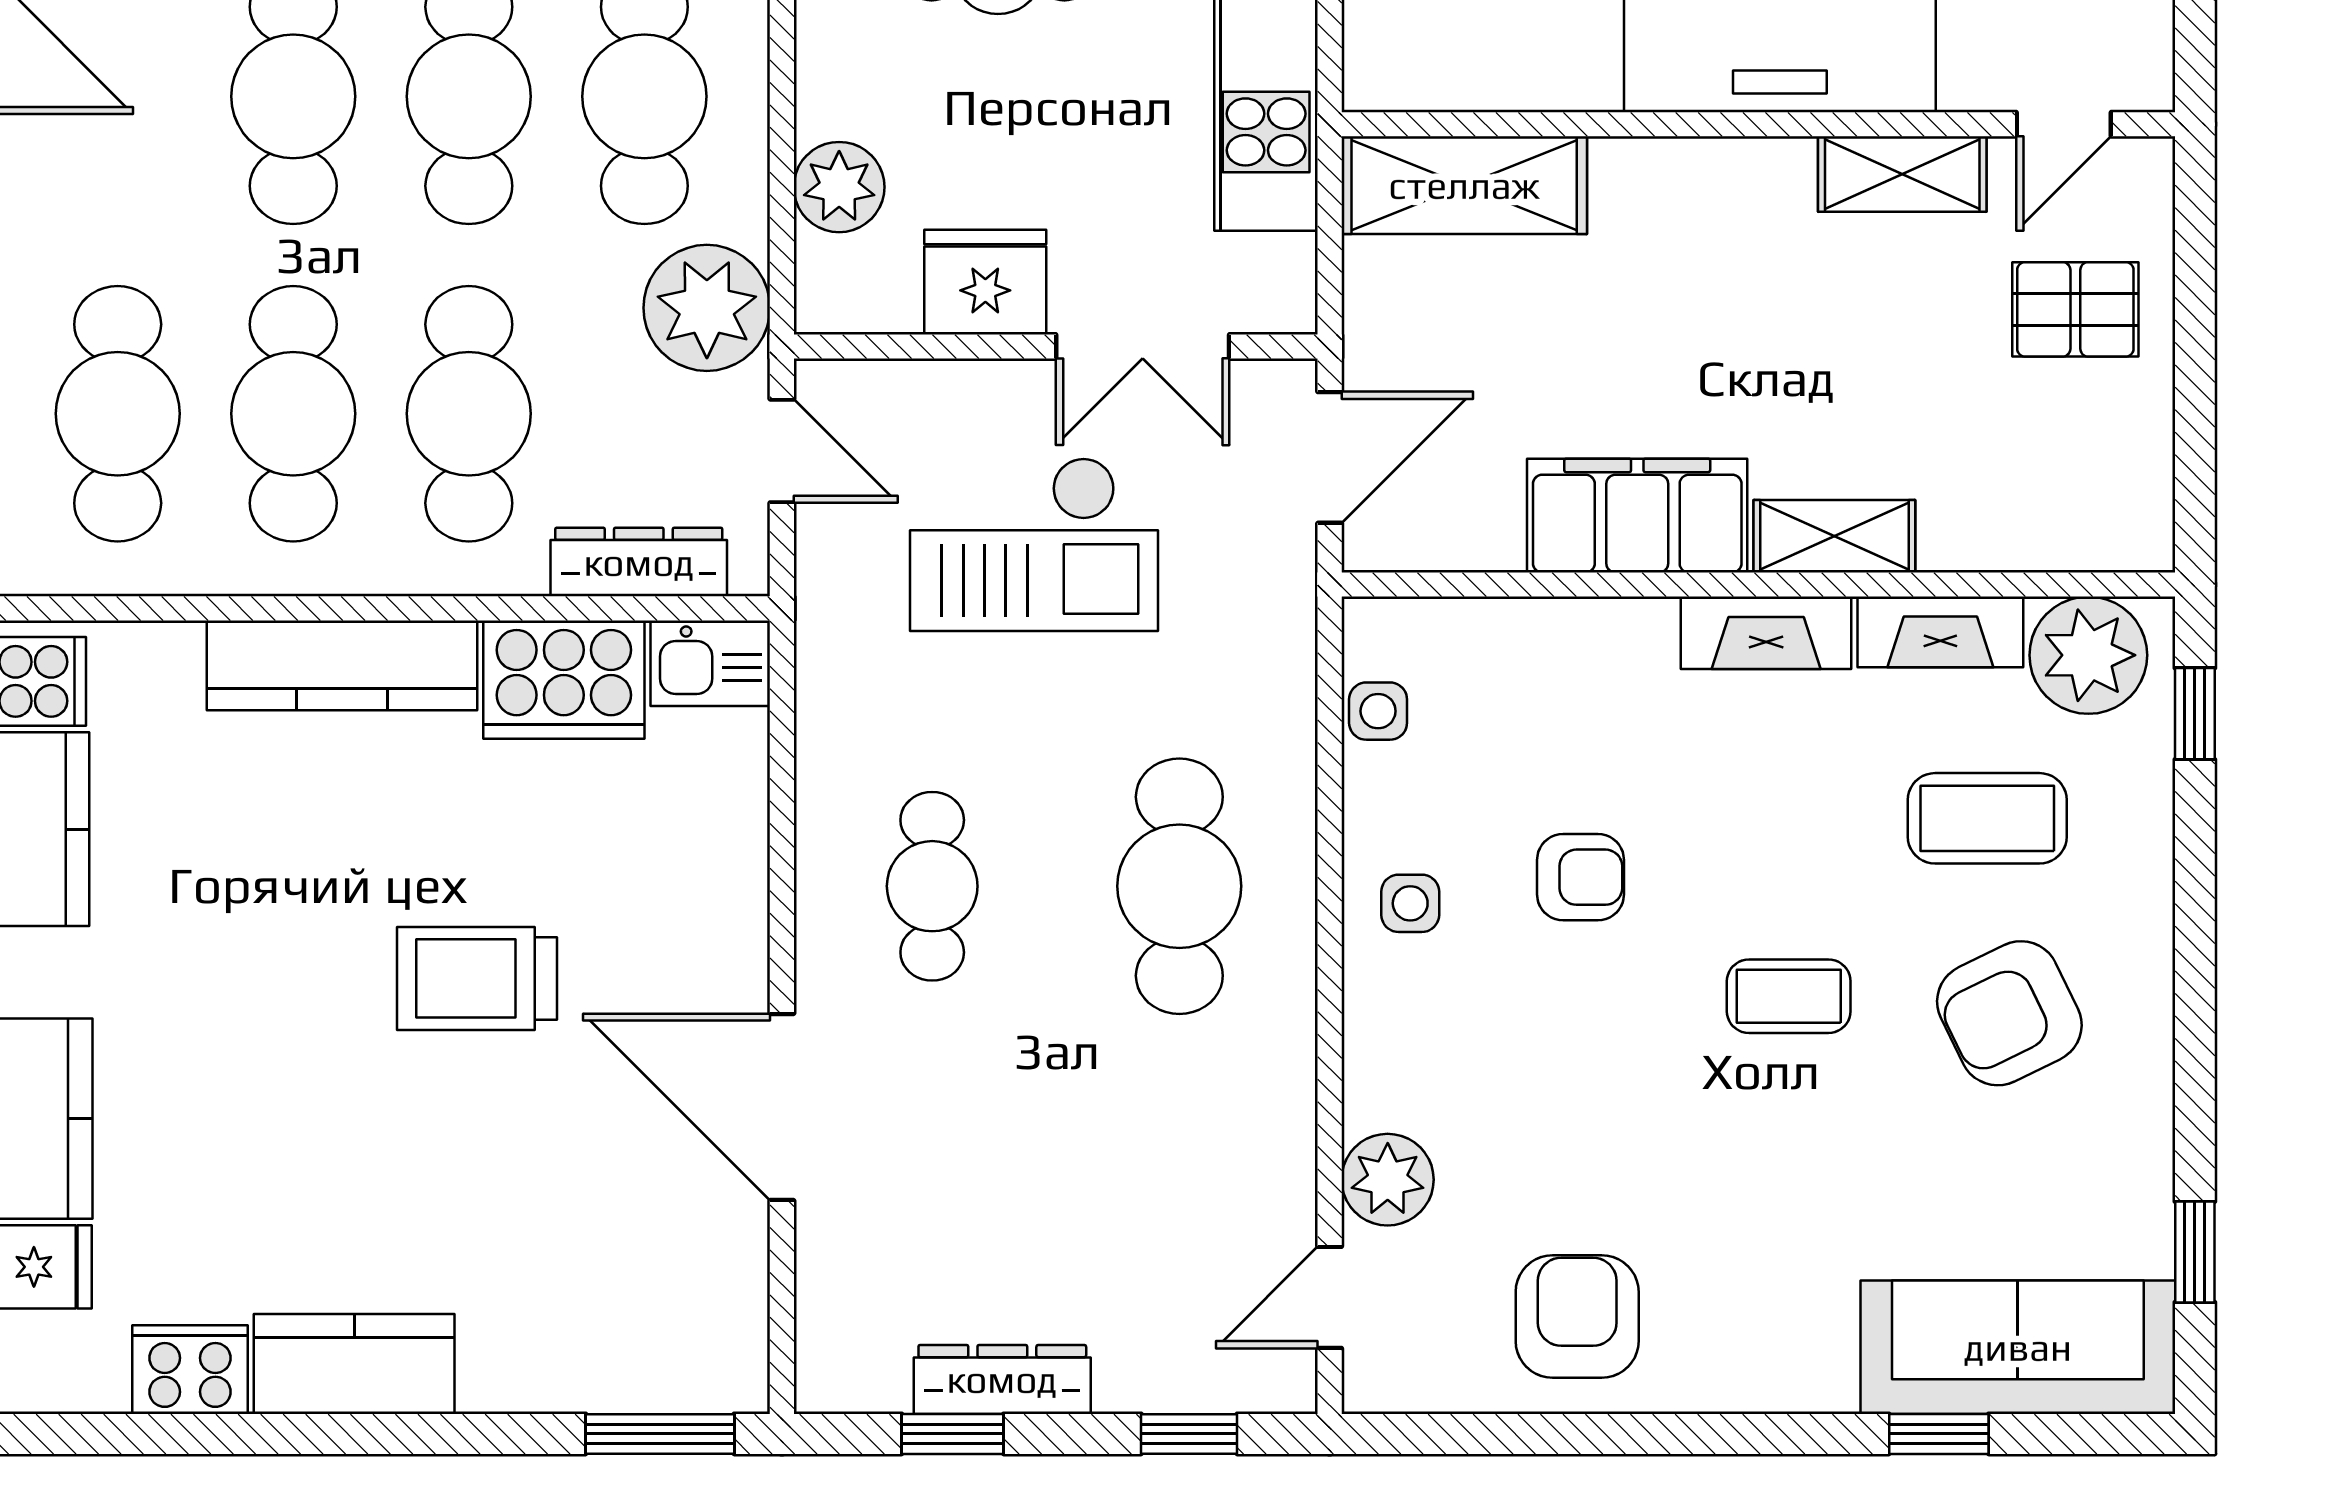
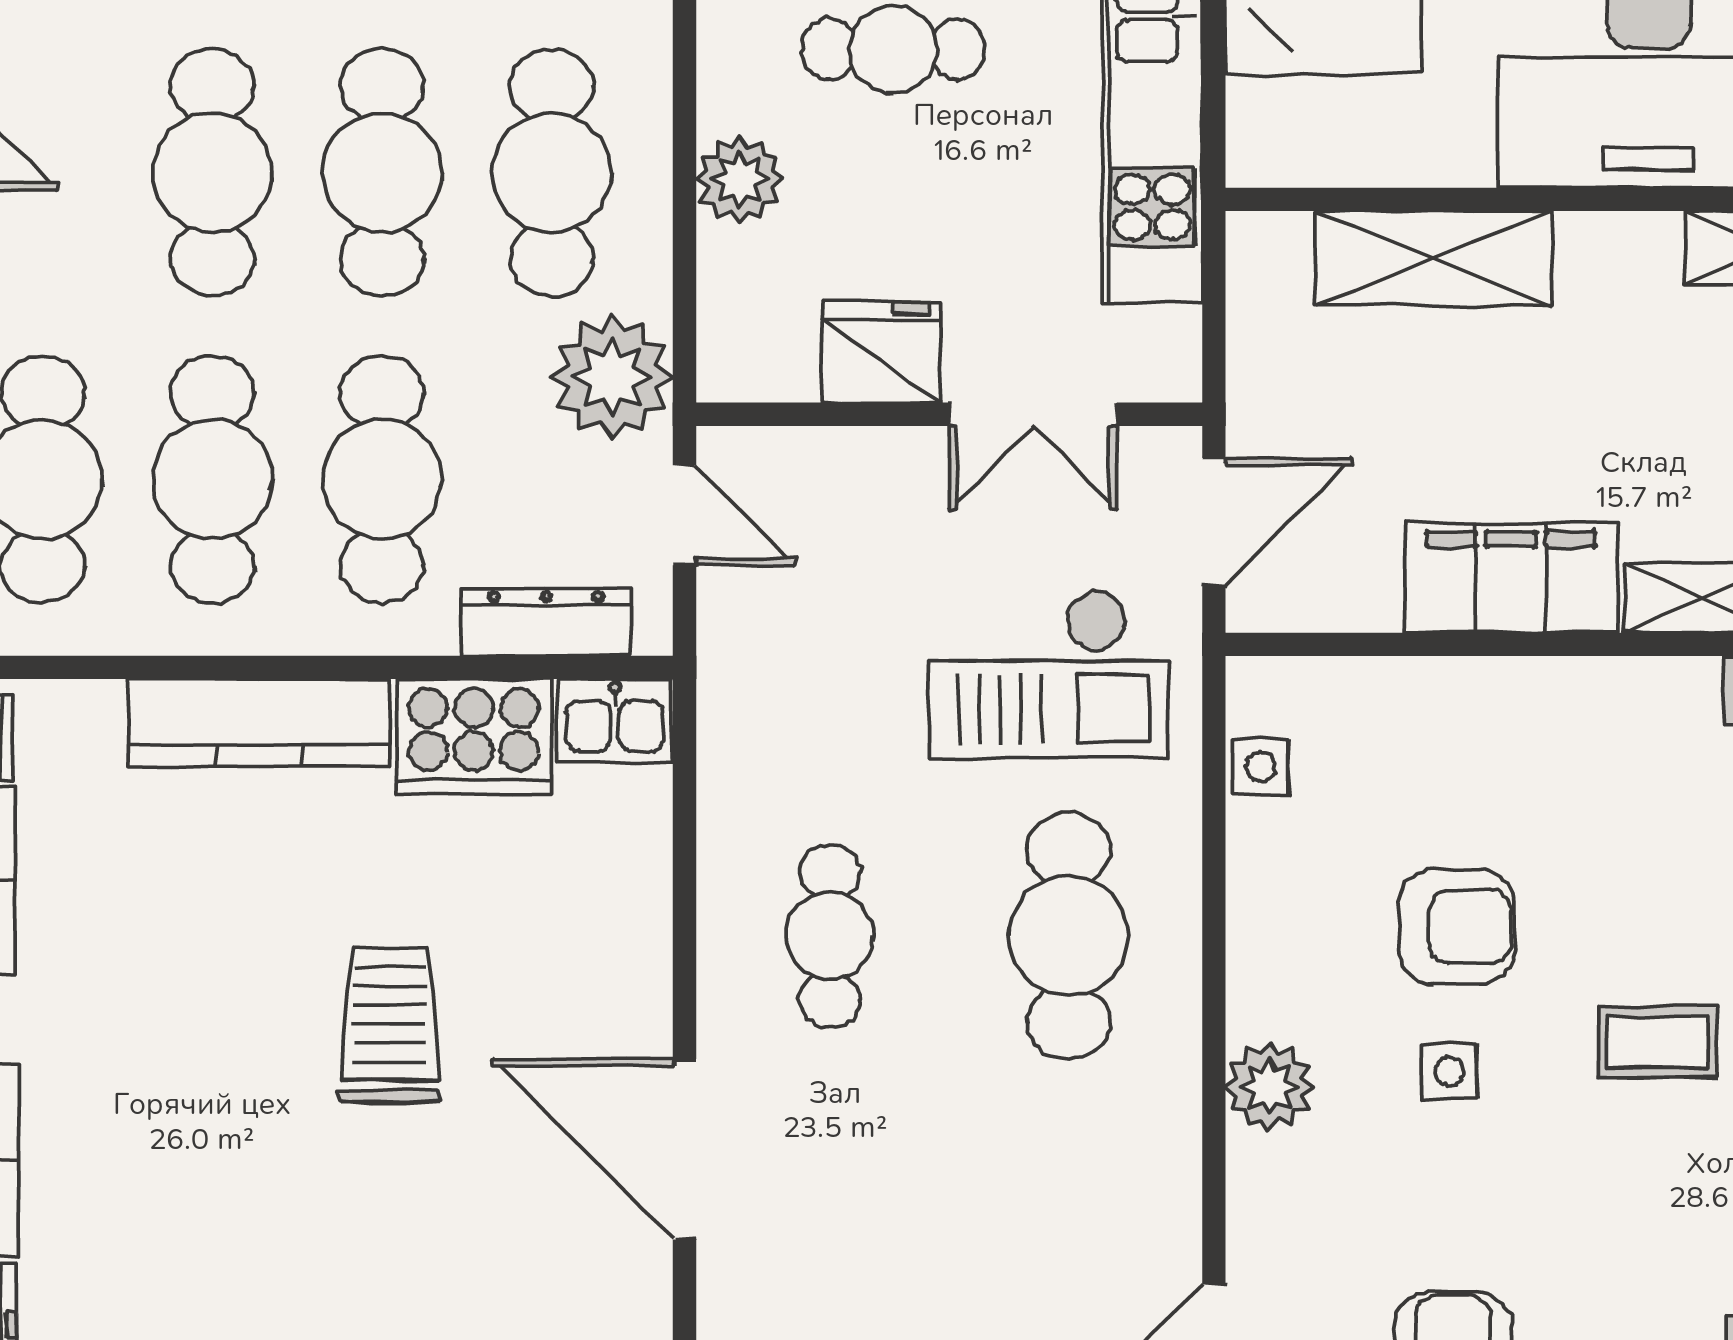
shelving: (1464, 185) -> (1434, 258), moved
plant: (839, 187) -> (740, 180), moved
checkout: (1034, 544) -> (1048, 674), moved
fireplace: (1766, 633) -> (1636, 691), removed
armchair: (1581, 877) -> (1456, 927), width x1.38, depth x1.38
side table: (1410, 903) -> (1450, 1071), moved
trolley: (477, 978) -> (390, 1025), turned 90
plant: (1388, 1180) -> (1270, 1087), moved

